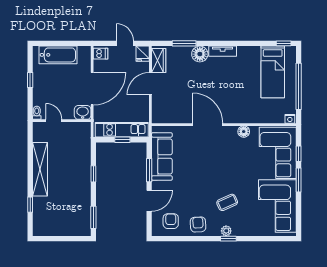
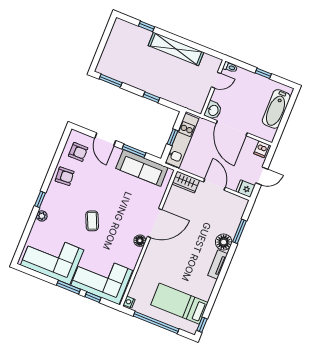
wardrobe: (159, 60) -> (186, 182), moved
floor lamp: (244, 132) -> (140, 241), moved
coffee table: (227, 202) -> (92, 221), moved
plant: (226, 231) -> (42, 216), moved

